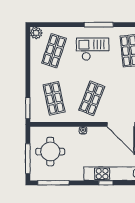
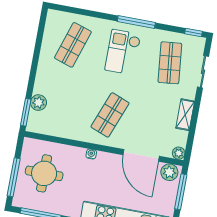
plant: (36, 33) -> (38, 103), moved
checkout: (93, 49) -> (123, 52), turned -90
shop shelf: (54, 98) -> (62, 106), removed

